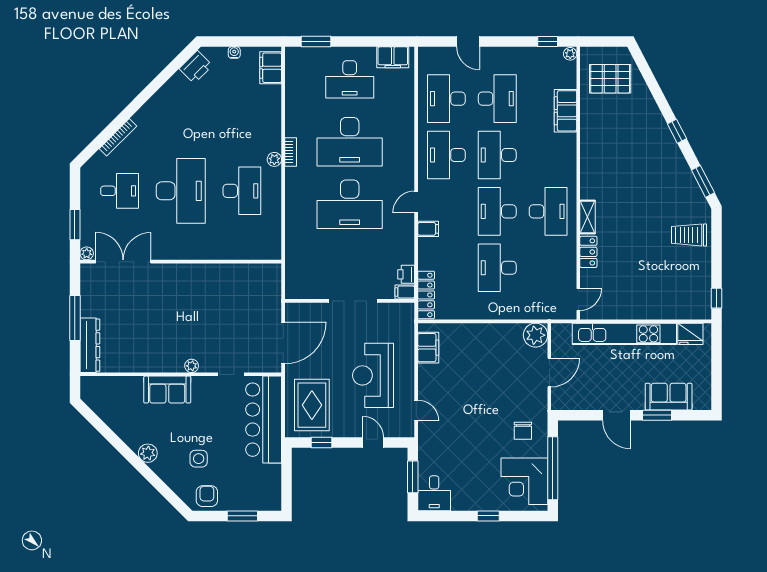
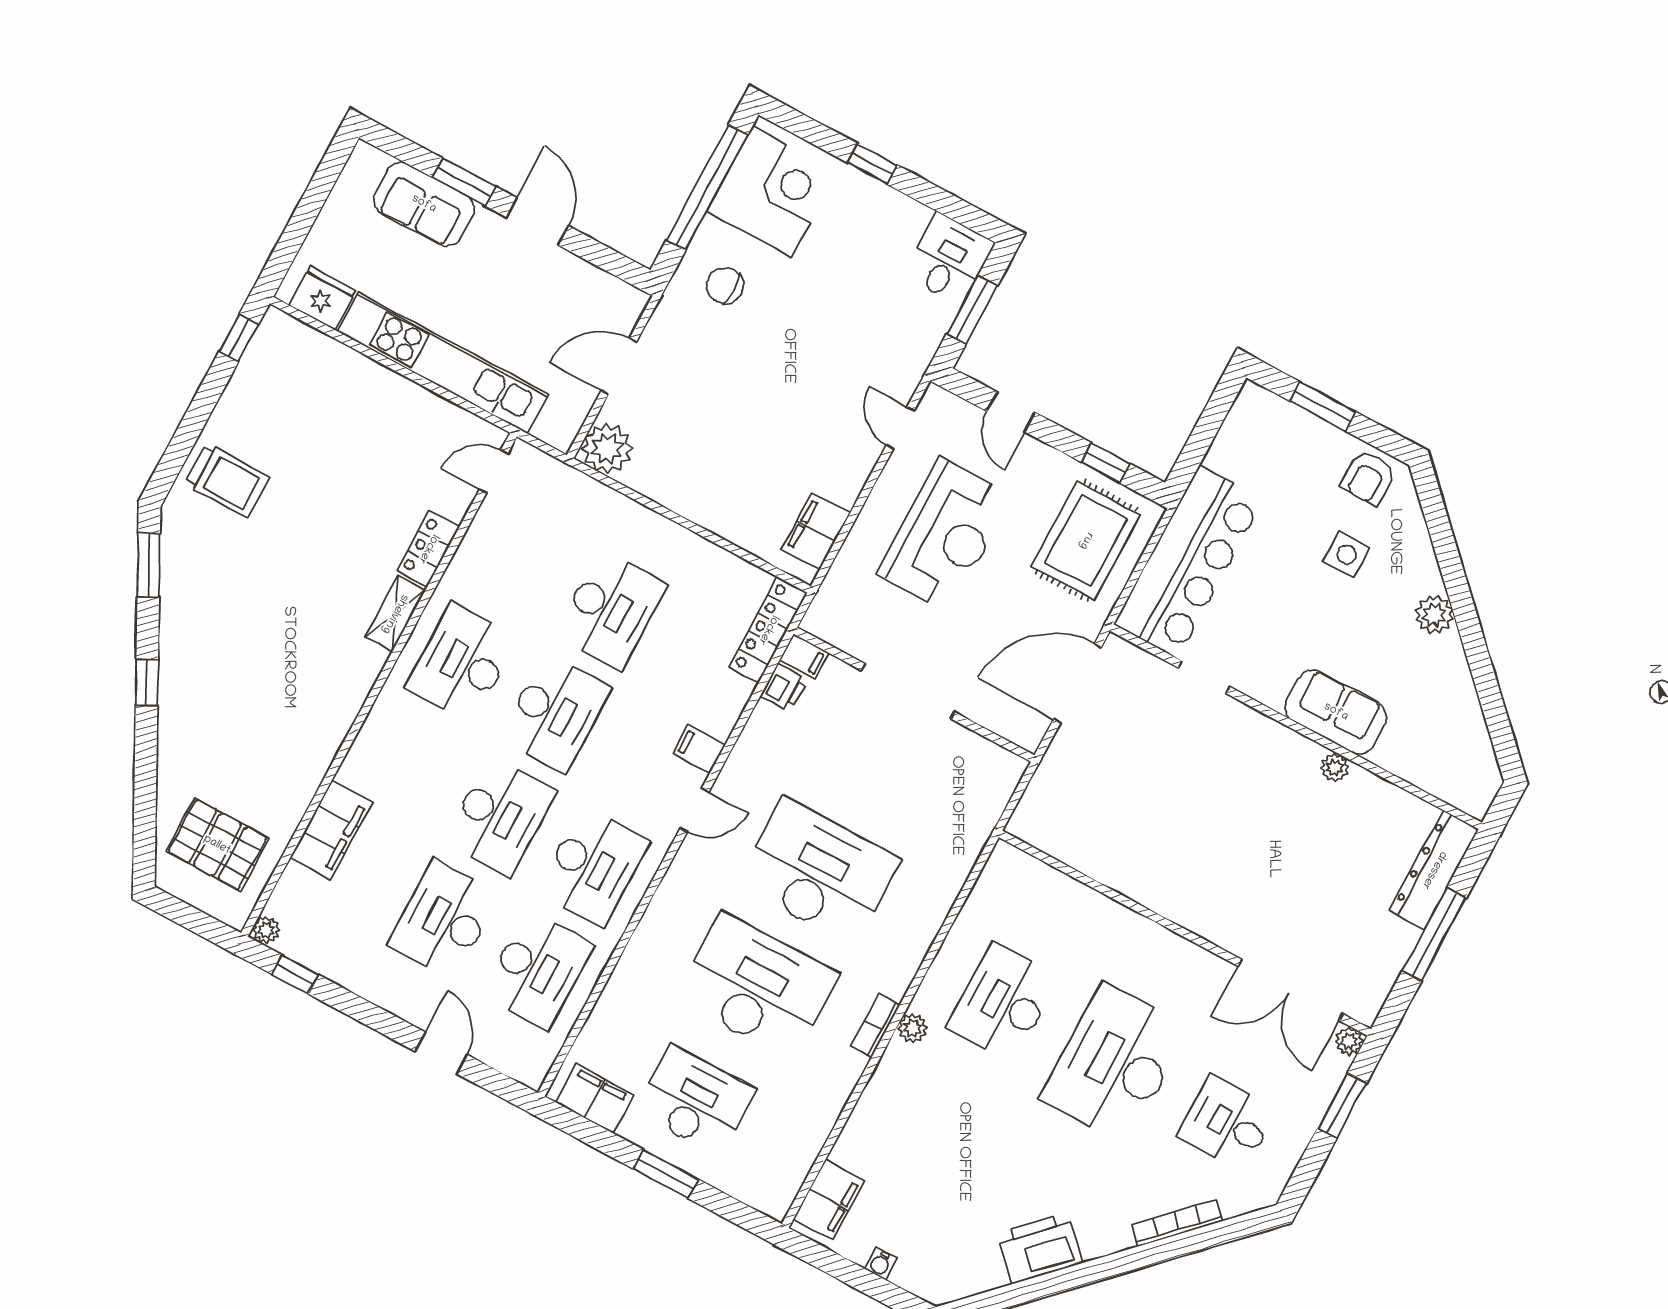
window: (316, 42) -> (666, 1174), moved
printer: (196, 67) -> (1040, 1248), moved, width x1.37, depth x1.19
plant: (192, 366) -> (1335, 768), moved
chair: (523, 431) -> (725, 286), turned -90

